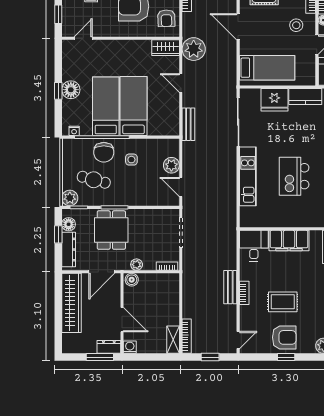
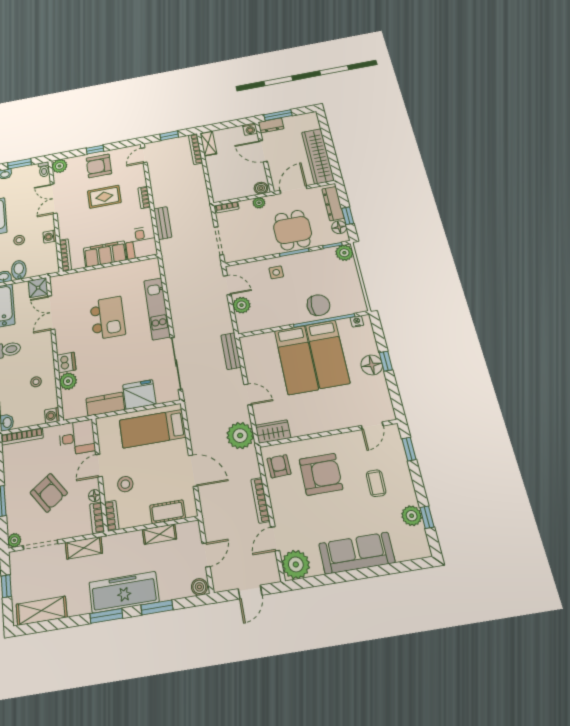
chair: (104, 152) -> (318, 305), turned 90
side table: (131, 160) -> (276, 272), moved
cafe table: (94, 180) -> (323, 275), removed
bench: (230, 287) -> (163, 223), moved

